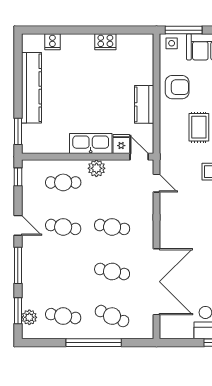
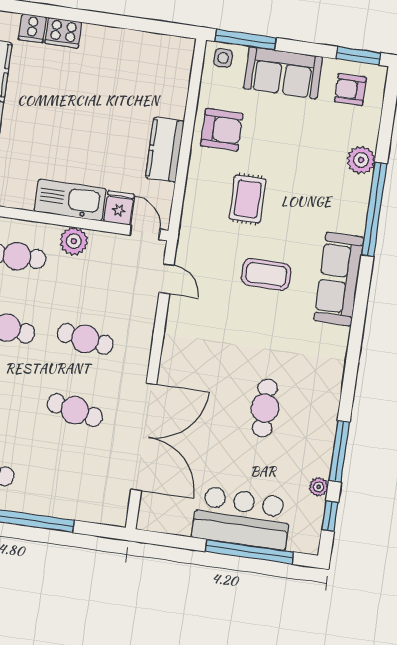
cooker: (105, 42) -> (63, 33), moved
cafe table: (112, 316) -> (65, 482), removed

